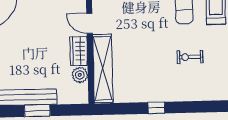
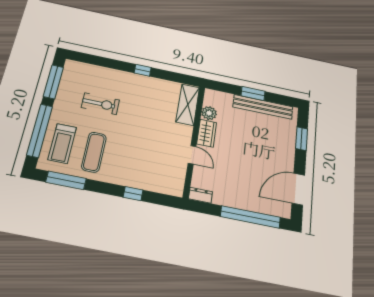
exercise bike: (190, 57) -> (100, 104), width x1.38, depth x1.39
shelving: (103, 68) -> (188, 105), width x0.68

